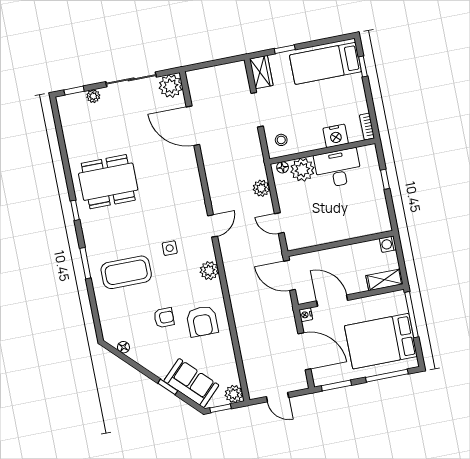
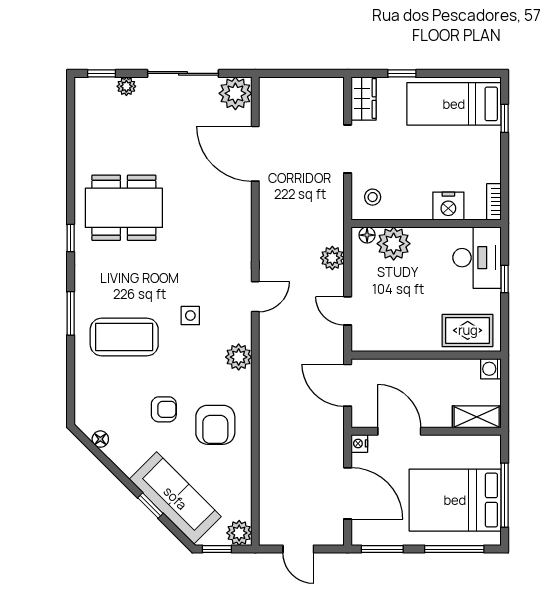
desk: (338, 168) -> (477, 258), moved, turned 90
rug: (366, 220) -> (468, 330), added
window: (412, 315) -> (505, 495), moved
sofa: (191, 383) -> (175, 498), width x1.36

